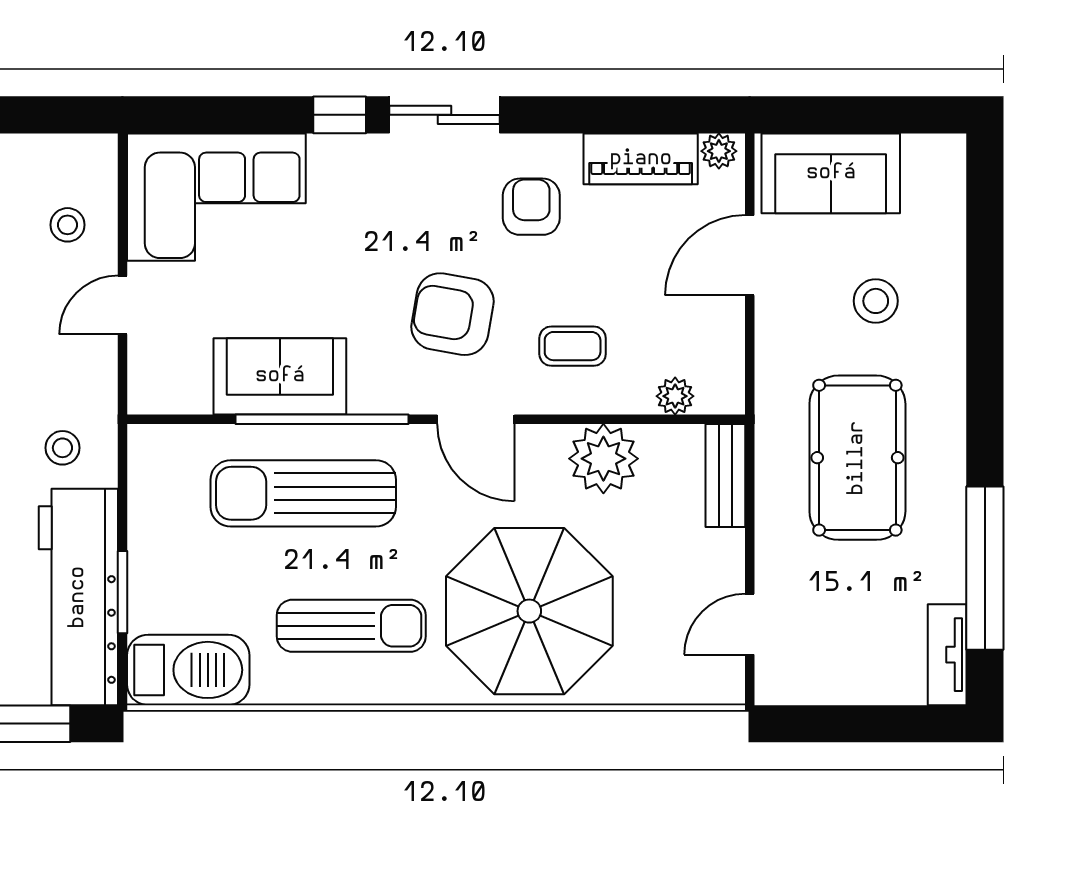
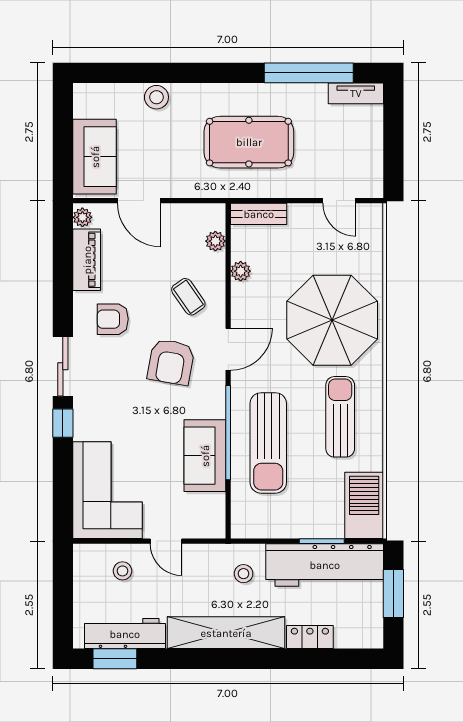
stool: (876, 301) -> (156, 97), moved
coffee table: (573, 346) -> (188, 297), turned -35
plant: (603, 459) -> (241, 271), width x0.53, depth x0.53

